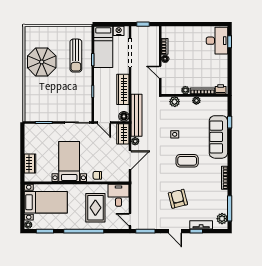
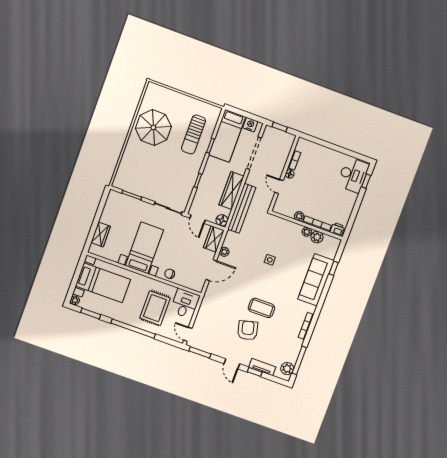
plant: (175, 102) -> (317, 237), moved
bench: (137, 115) -> (242, 208), moved
coffee table: (187, 161) -> (261, 308), moved

